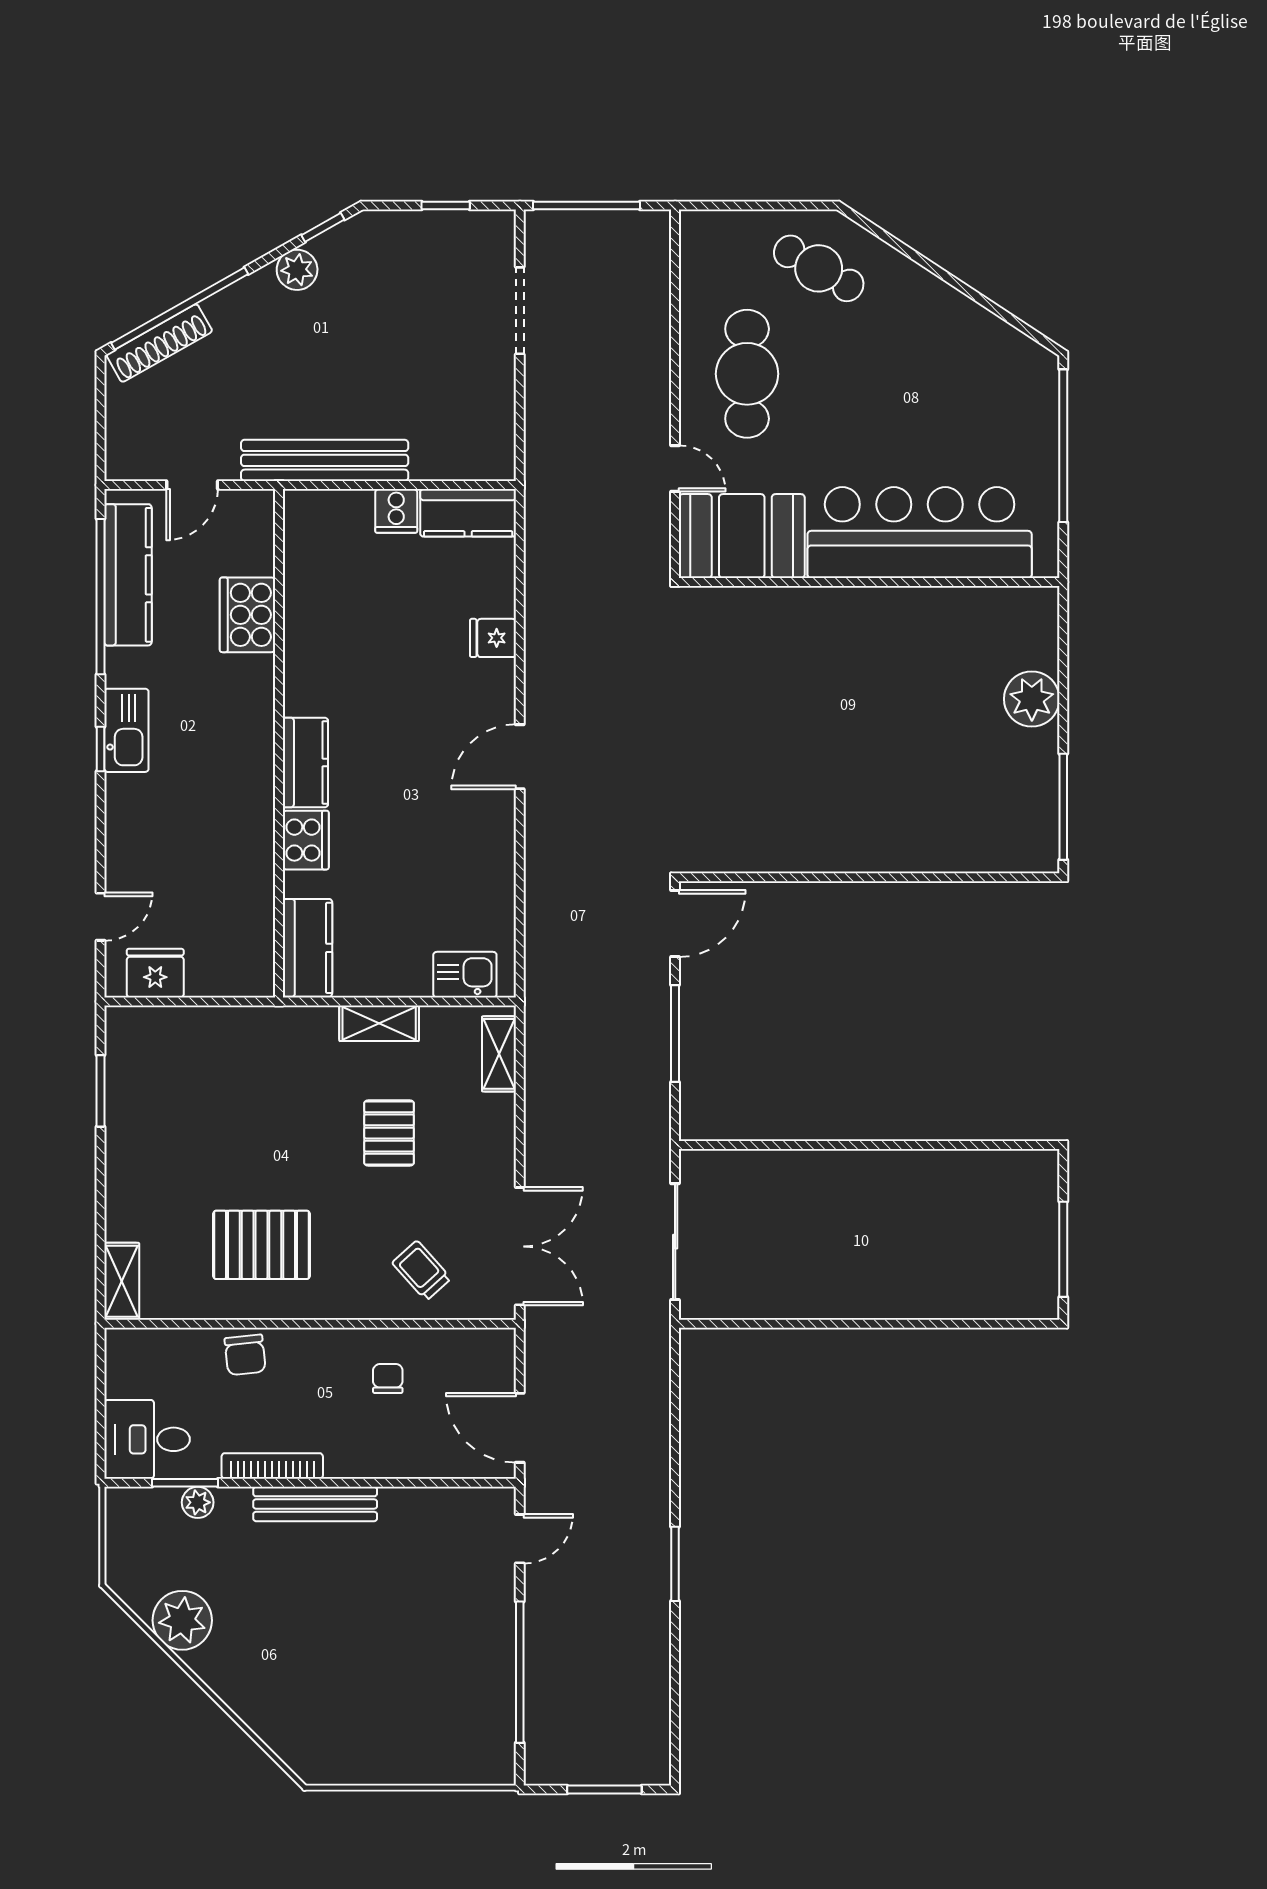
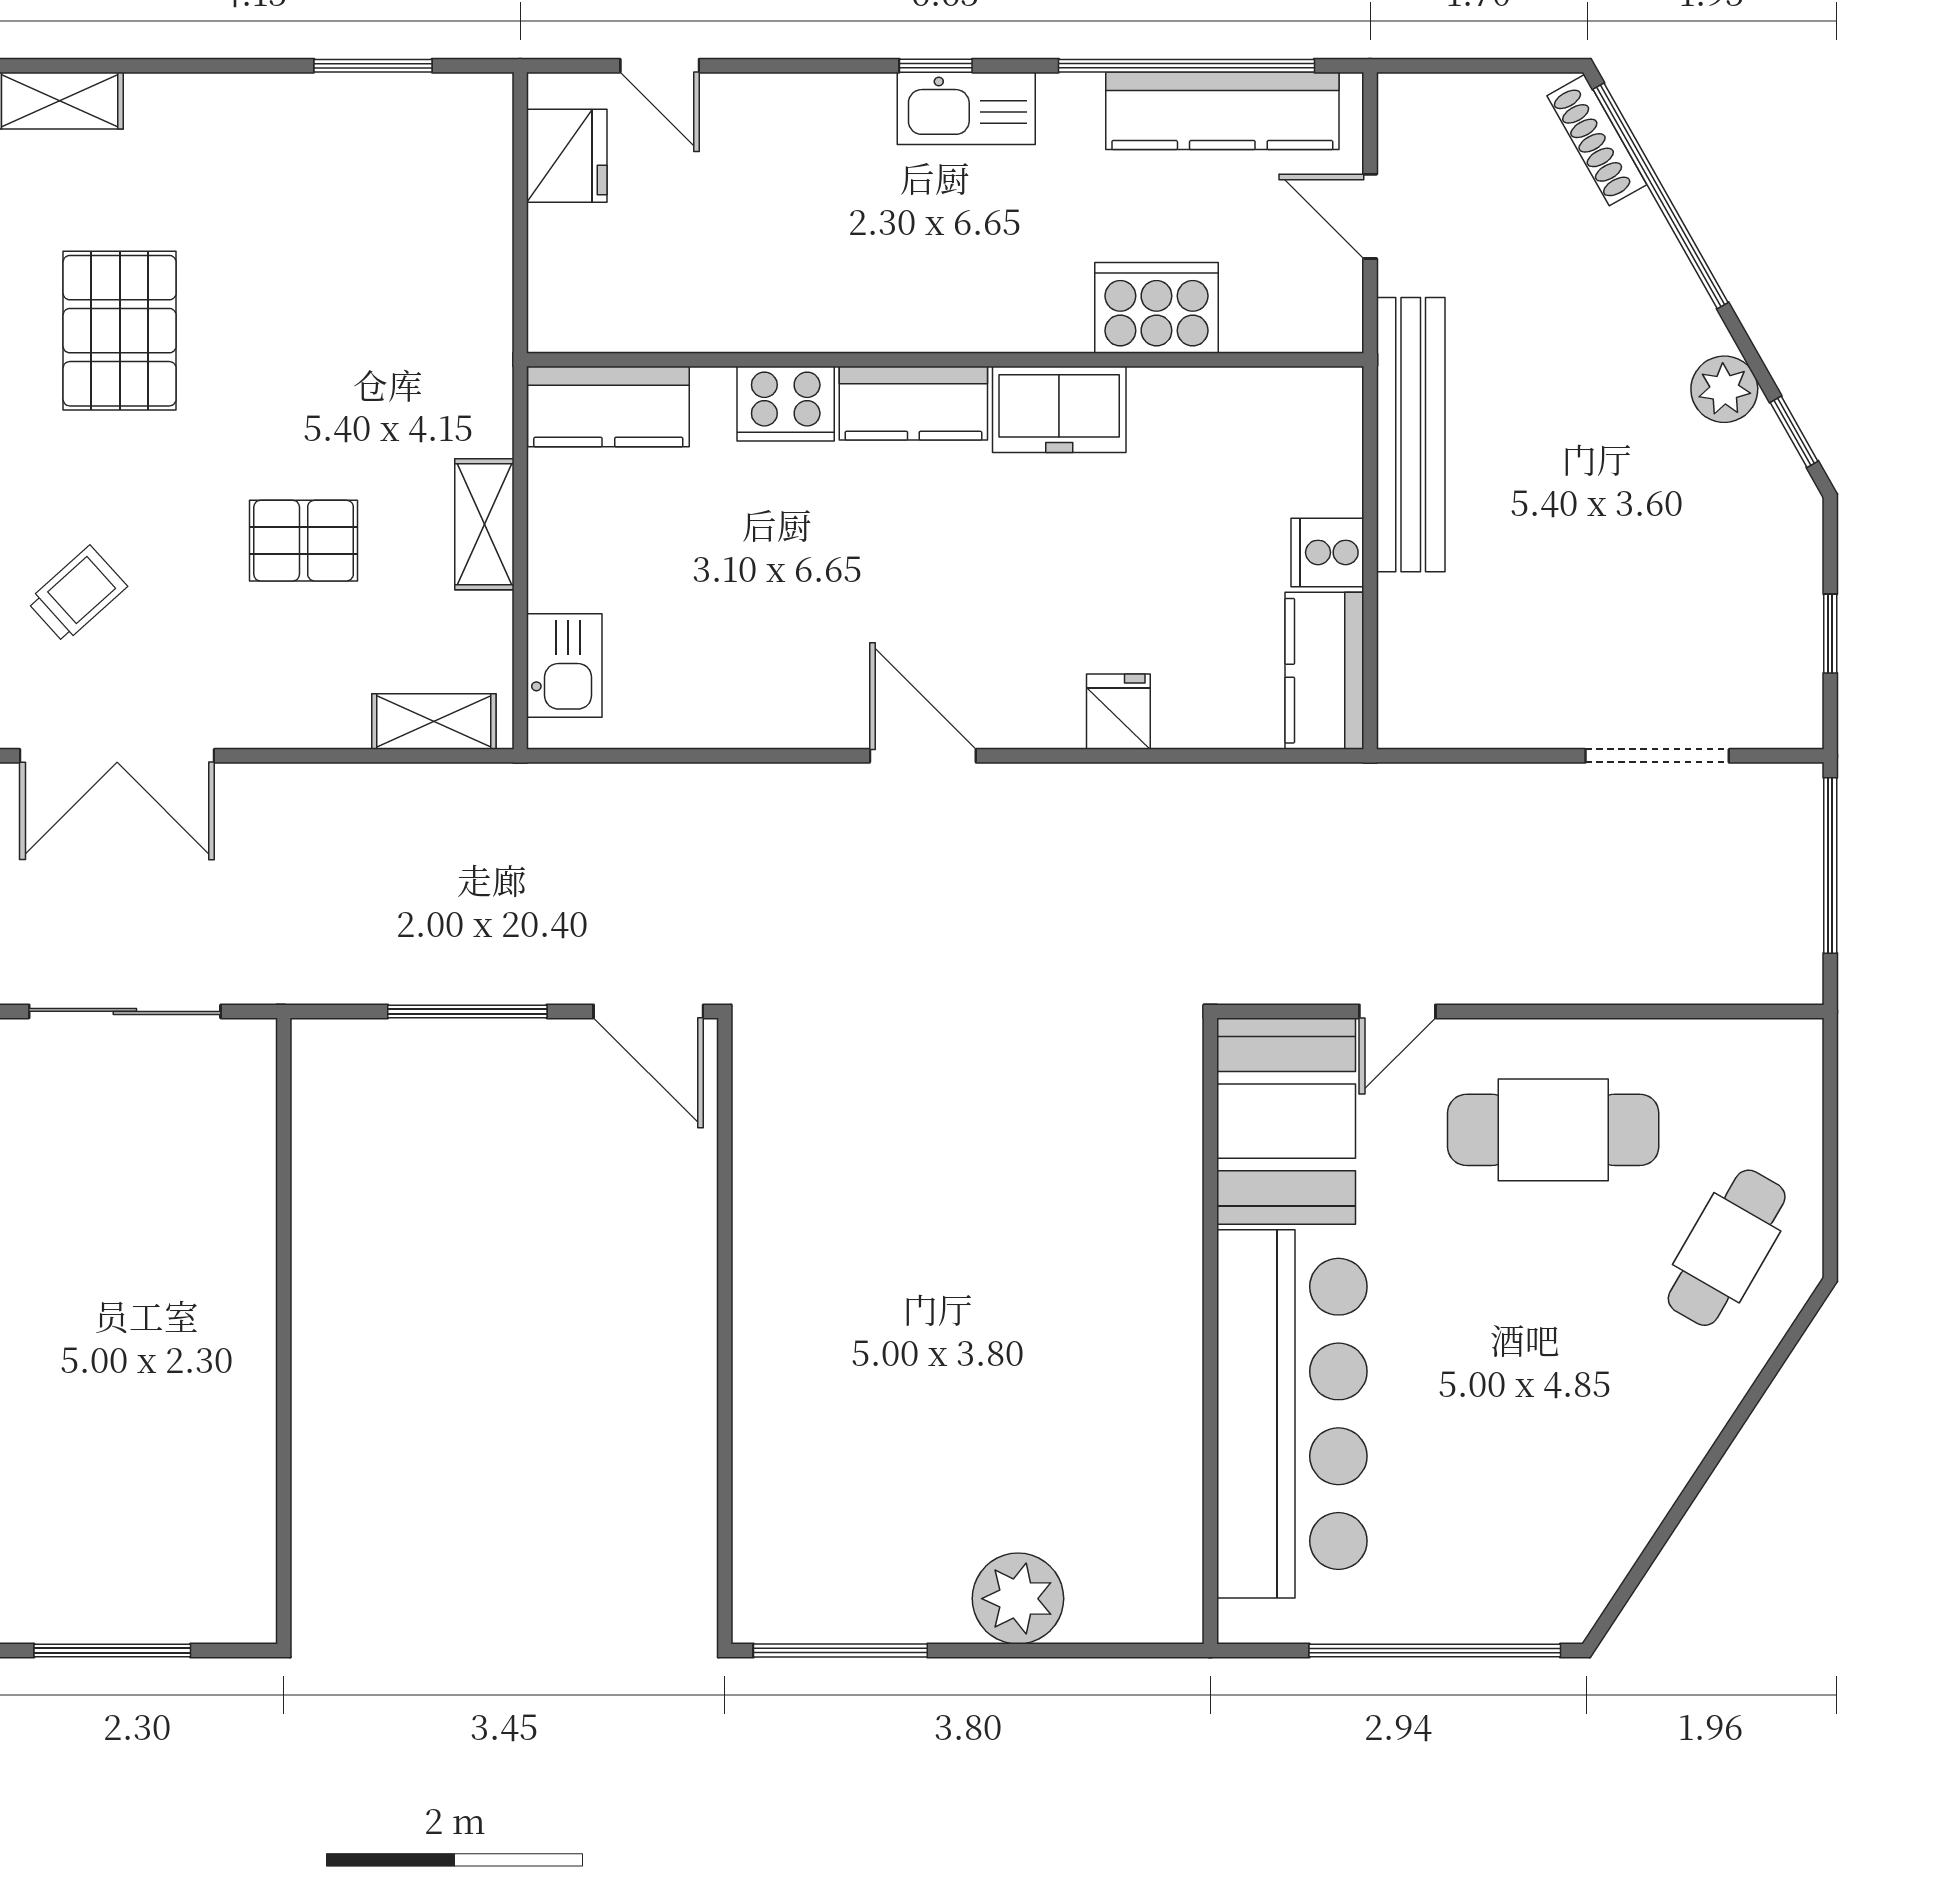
shoe rack: (159, 343) -> (1597, 140), width x0.74, depth x0.81
freezer: (309, 674) -> (1059, 409), added

